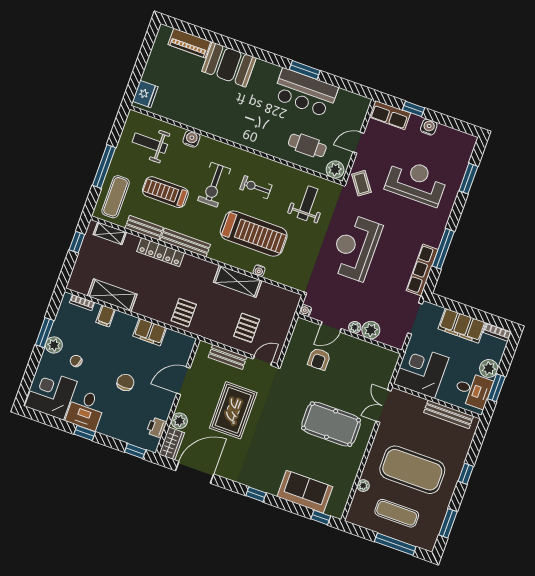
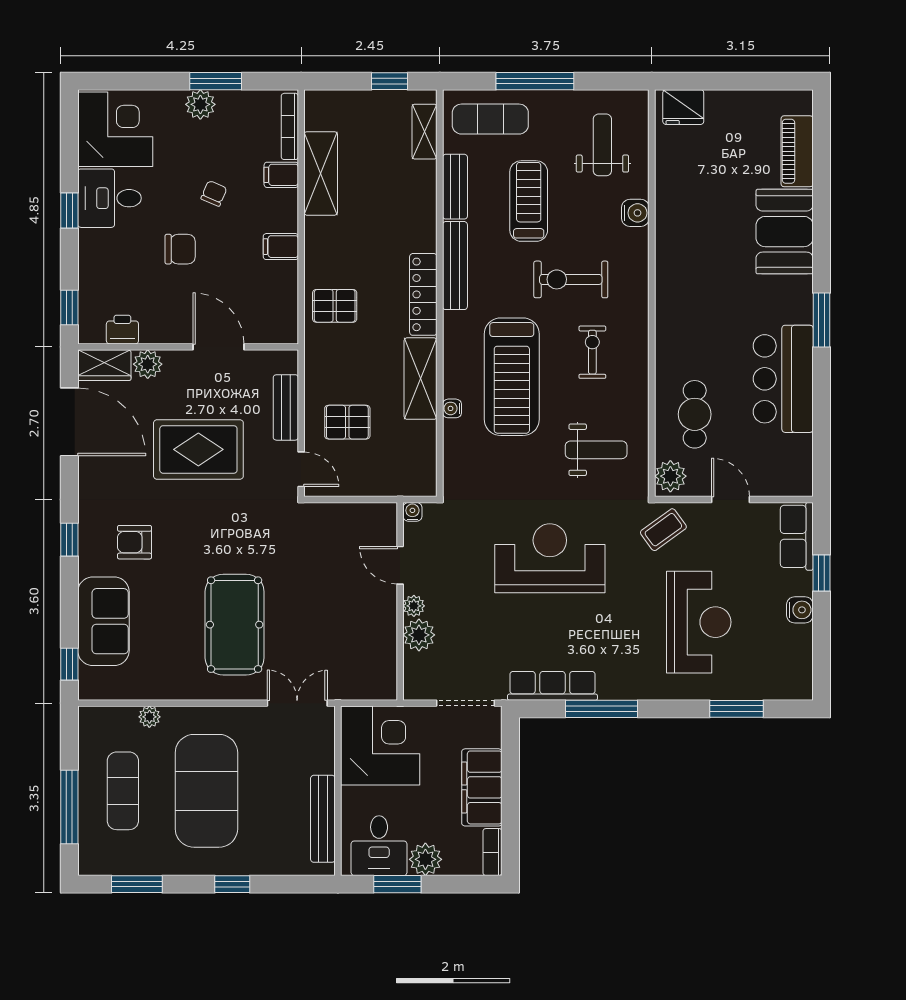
window: (305, 70) -> (821, 320), moved
locker: (161, 252) -> (423, 294), moved
bookcase: (82, 302) -> (290, 126), width x1.56
filing cabinet: (150, 332) -> (281, 247), width x0.50
armchair: (319, 359) -> (135, 542), moved
chair: (76, 361) -> (214, 193), moved

